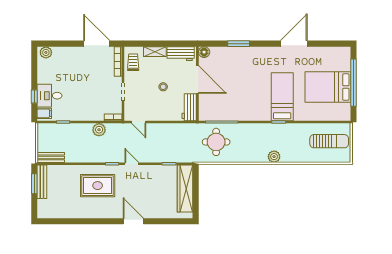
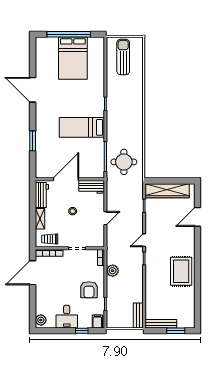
floor lamp: (204, 52) -> (40, 173), removed
desk: (49, 96) -> (67, 317), moved
bed: (282, 97) -> (82, 127), moved
armchair: (79, 104) -> (89, 290), added
door: (139, 122) -> (105, 218), moved
plant: (274, 157) -> (137, 108), removed
window: (34, 184) -> (176, 331), moved
rug: (98, 186) -> (181, 271), moved
door: (133, 221) -> (198, 217), moved

